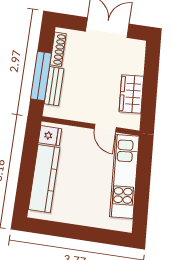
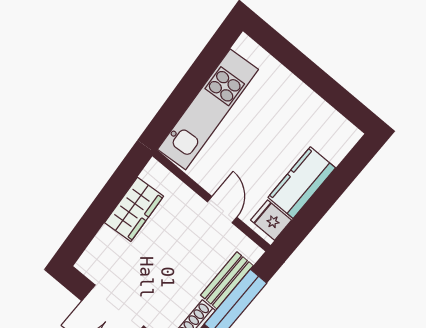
door: (105, 128) -> (222, 210), moved
kitchen counter: (44, 179) -> (302, 183), width x0.67

